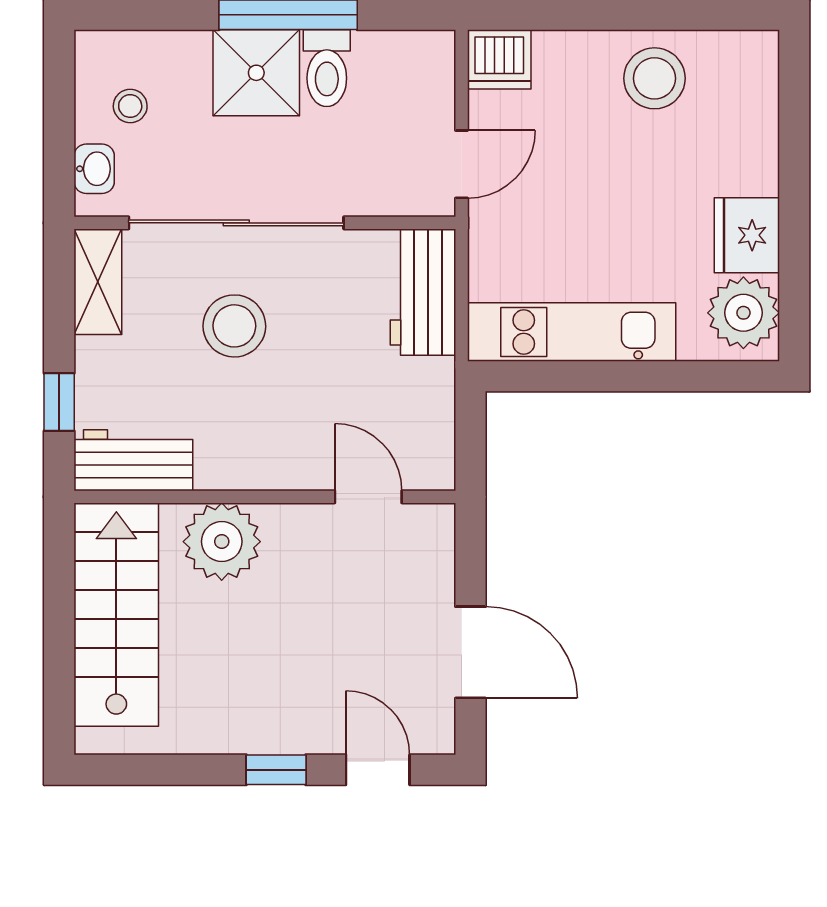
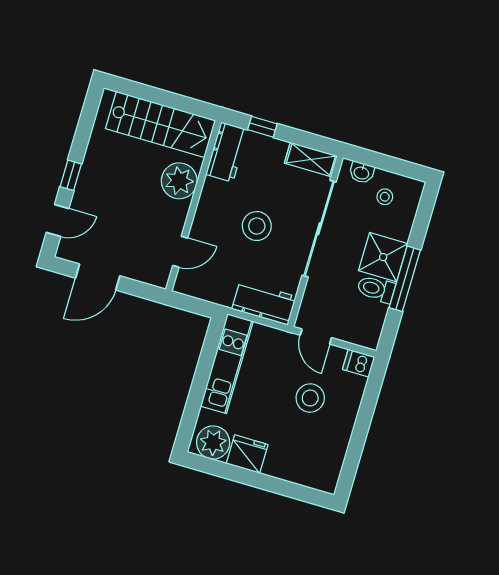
dishwasher: (499, 59) -> (359, 363), width x0.73
stool: (654, 78) -> (310, 398), moved
stool: (234, 326) -> (257, 226), moved

